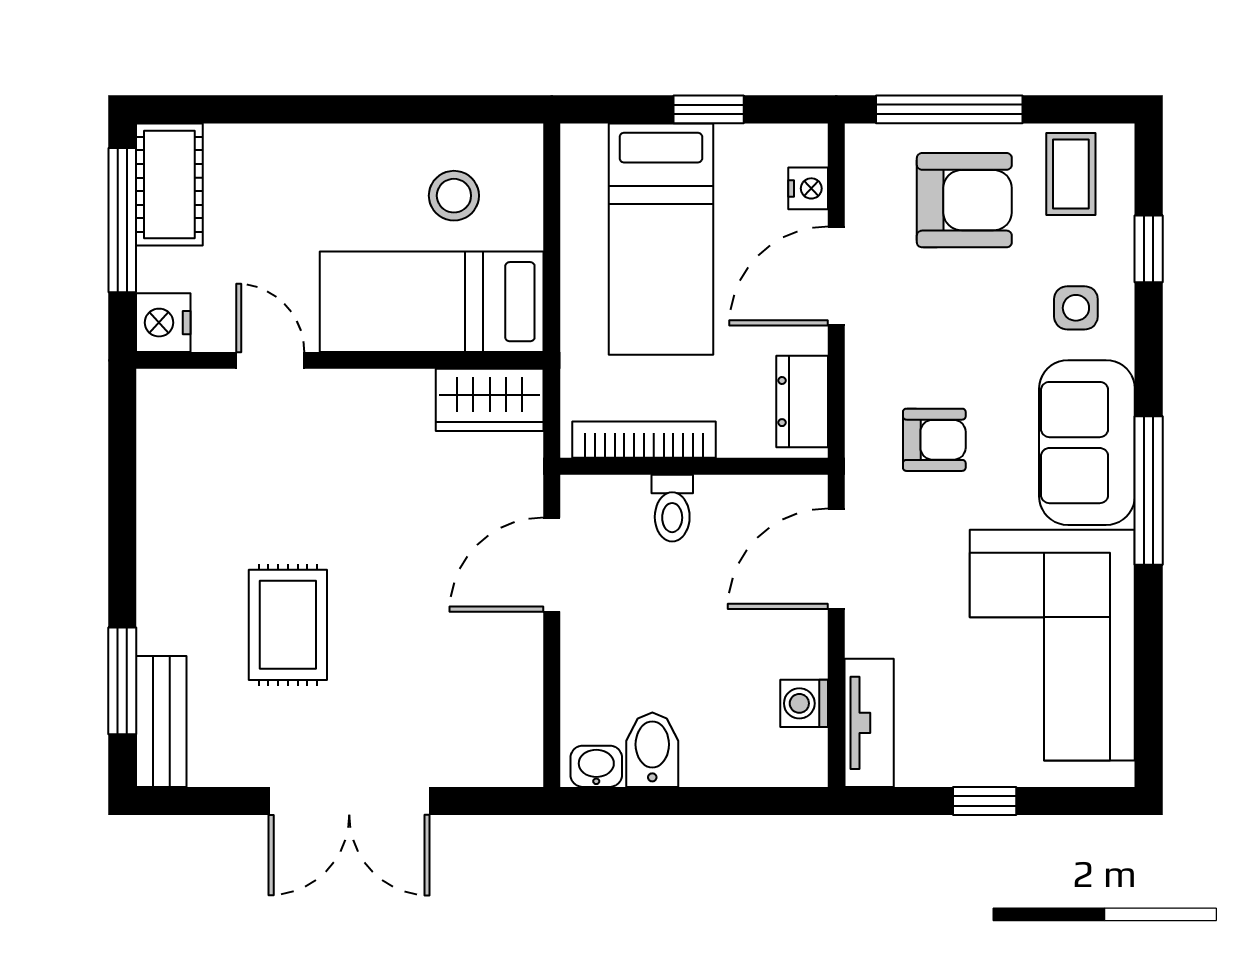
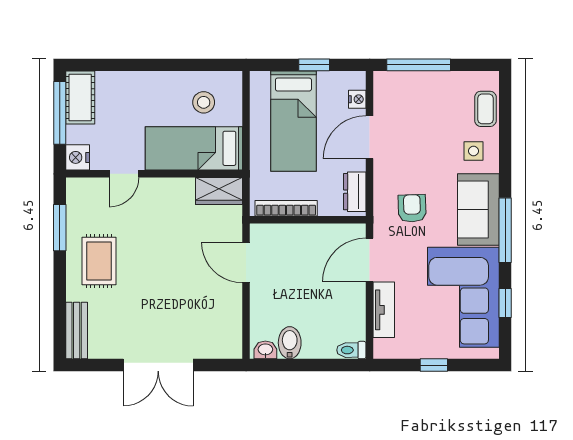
coffee table: (1071, 174) -> (485, 109), moved
armchair: (964, 200) -> (425, 104), removed
window: (1149, 249) -> (505, 303), moved
door: (270, 360) -> (124, 174), swing flipped
armchair: (934, 440) -> (412, 208), turned -92
toilet: (672, 508) -> (351, 350), moved, turned 90
door: (552, 565) -> (246, 262), hinge flipped
rug: (288, 625) -> (99, 261), moved
window: (122, 681) -> (60, 228), moved
washing machine: (804, 703) -> (356, 323), removed
tv unit: (869, 723) -> (384, 310), moved

